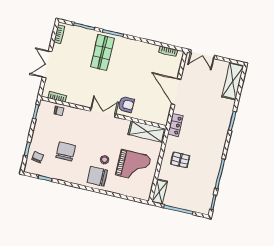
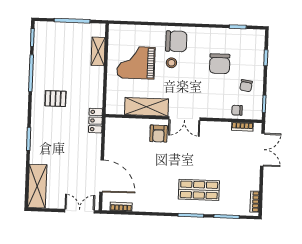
shop shelf: (102, 52) -> (199, 190), turned 90
double door: (47, 64) -> (262, 150), moved
door: (176, 92) -> (102, 176), moved
armchair: (126, 104) -> (159, 134), turned -90
shelving: (147, 132) -> (147, 107), moved
chair: (38, 157) -> (246, 86), moved
pallet: (180, 160) -> (55, 99), moved
shelving: (160, 192) -> (98, 51), moved

